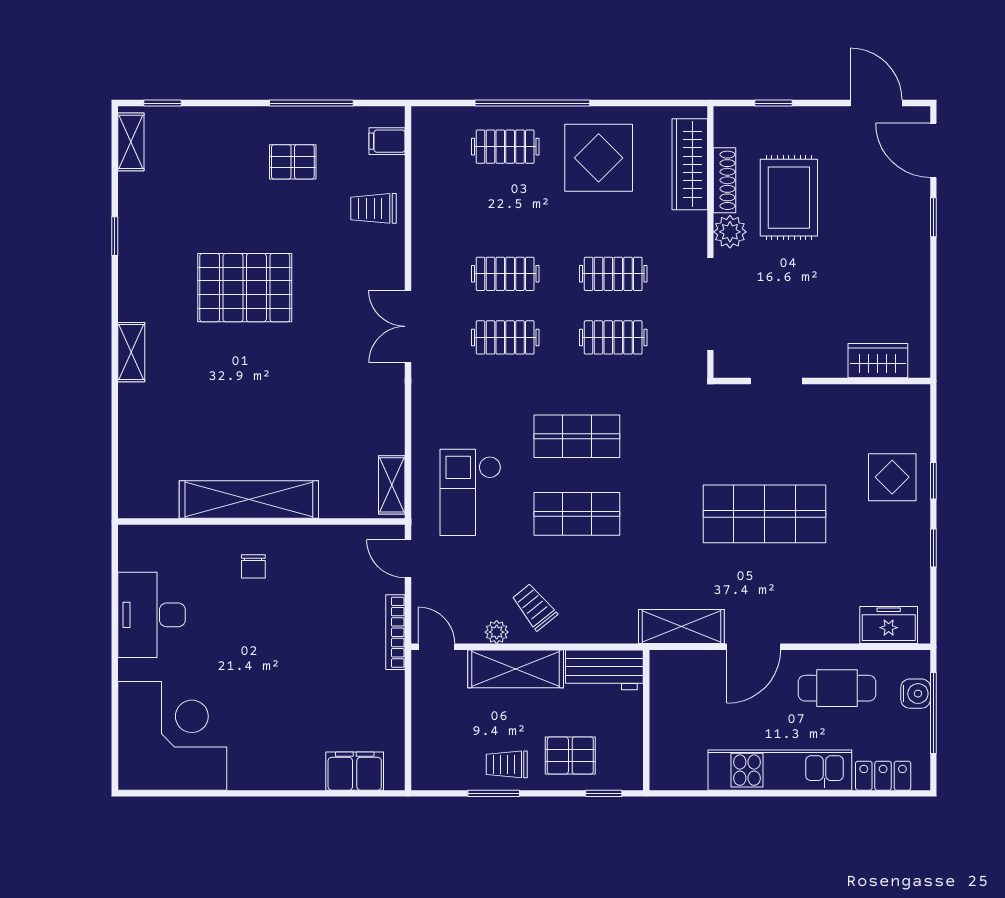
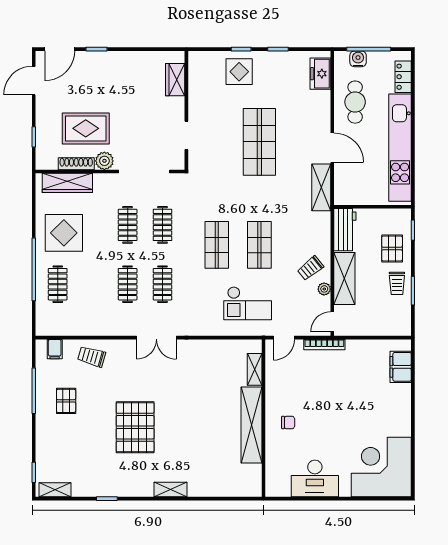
trolley: (373, 208) -> (92, 357), turned 106
shelving: (392, 485) -> (255, 369), moved, turned 90
kitchen unit: (780, 770) -> (400, 148), width x1.36

